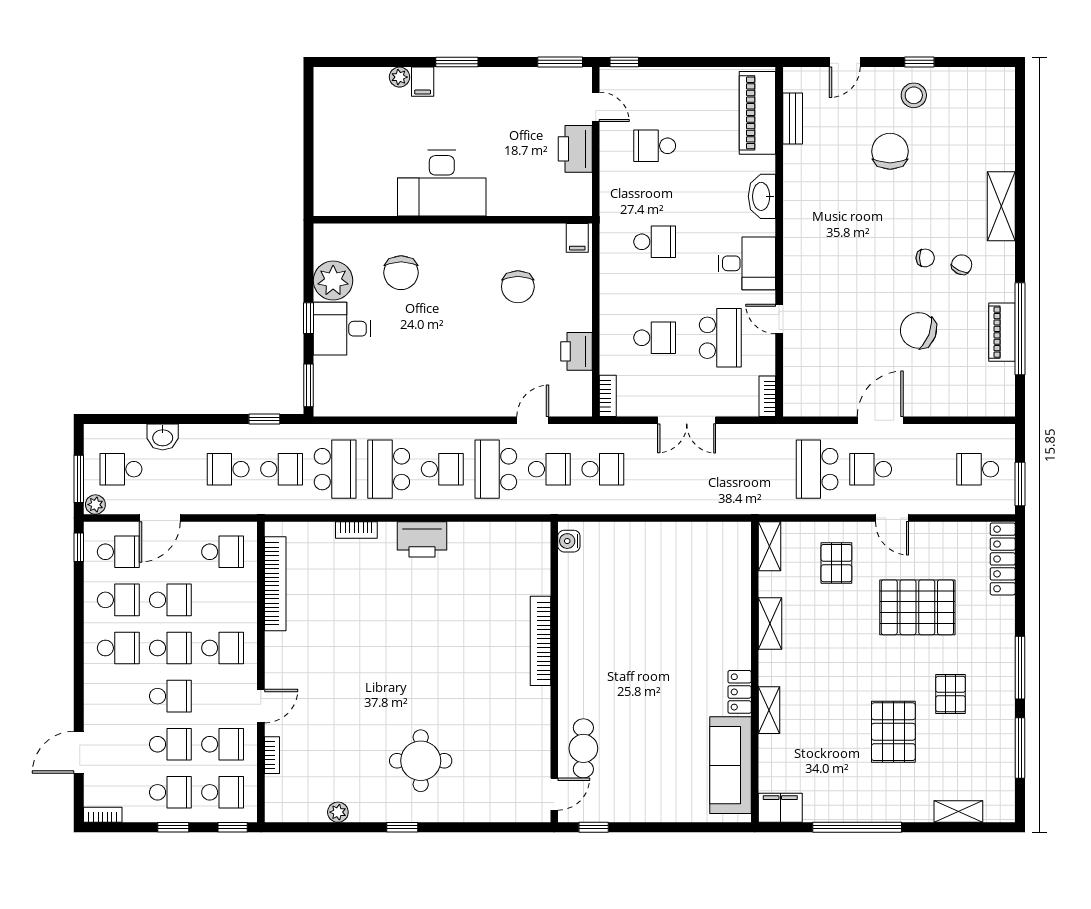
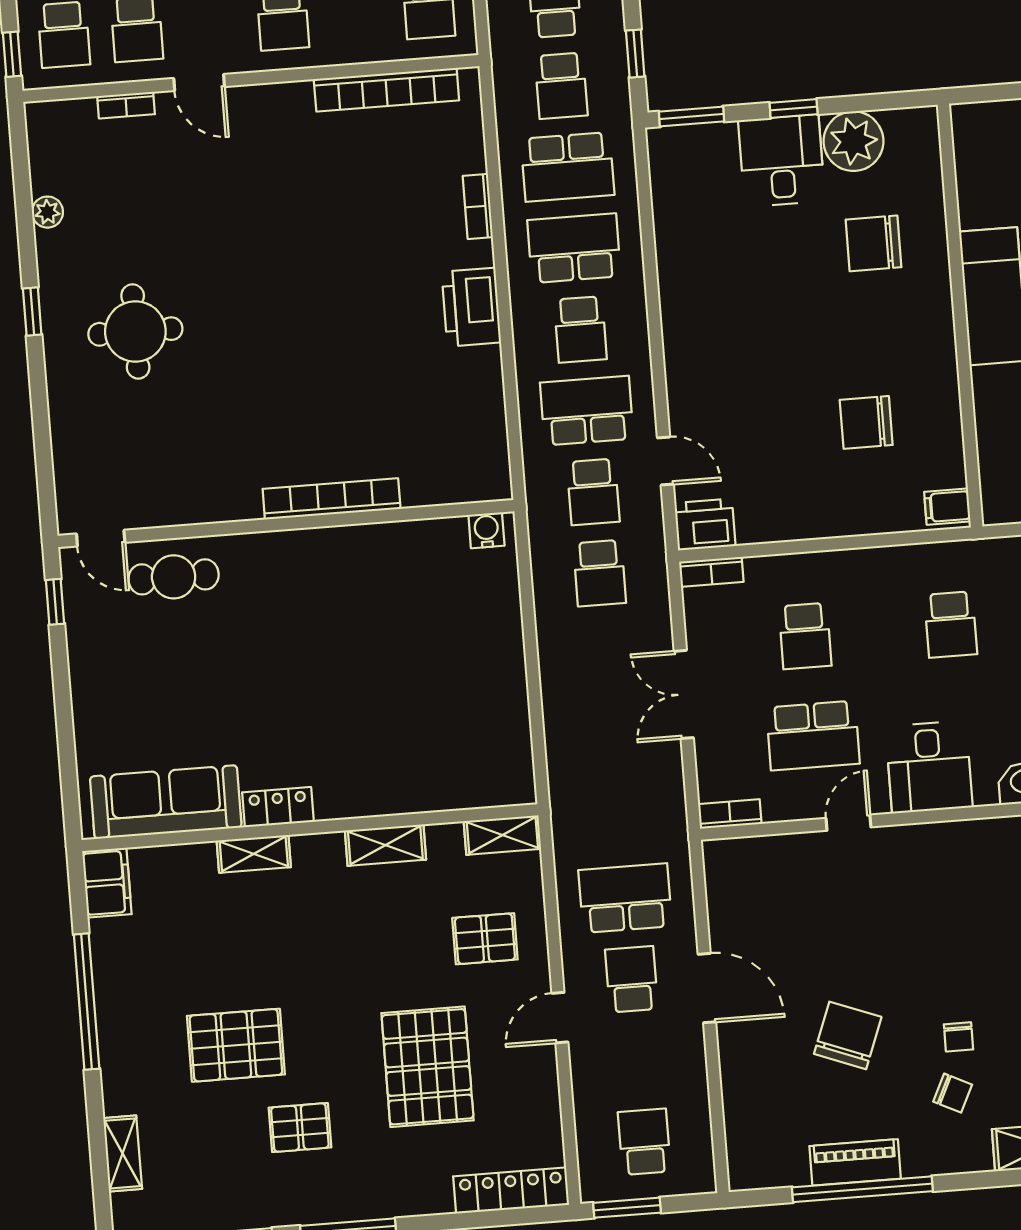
printer: (576, 351) -> (705, 524), moved

